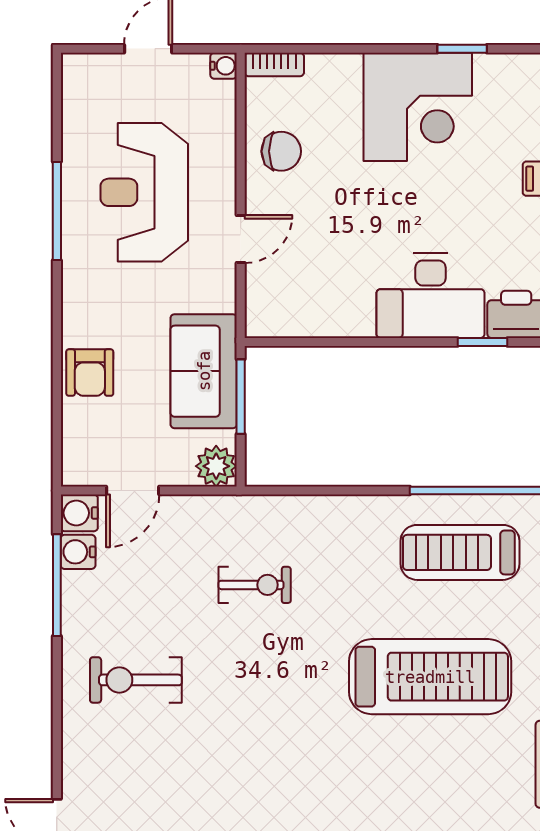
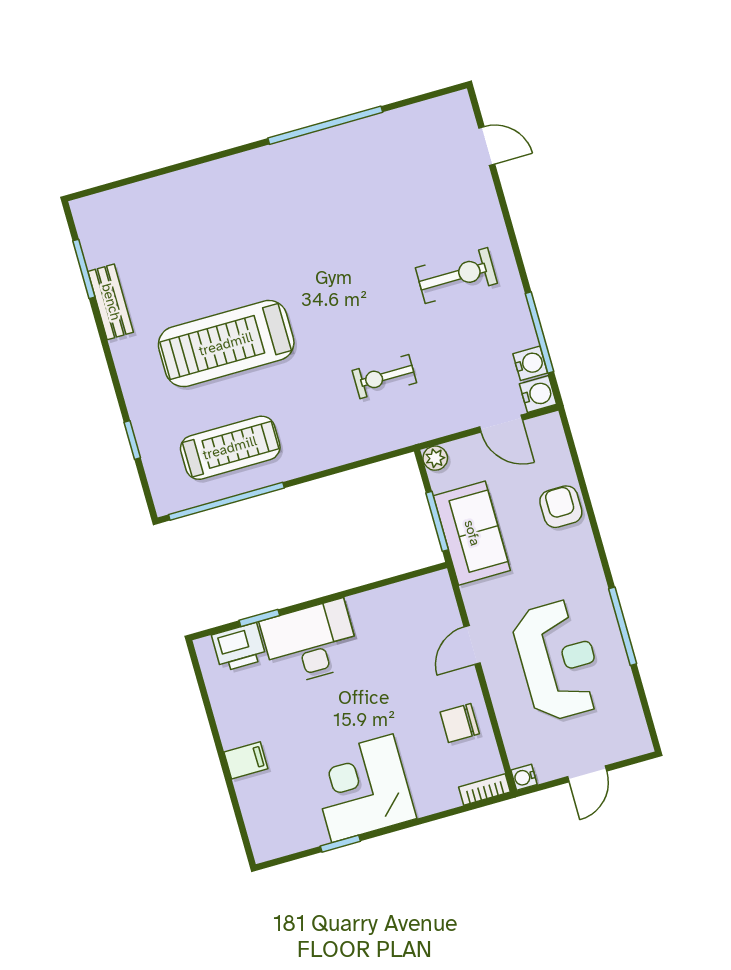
plant: (216, 466) -> (435, 458), width x0.73, depth x0.73
door: (133, 491) -> (501, 424), swing flipped

